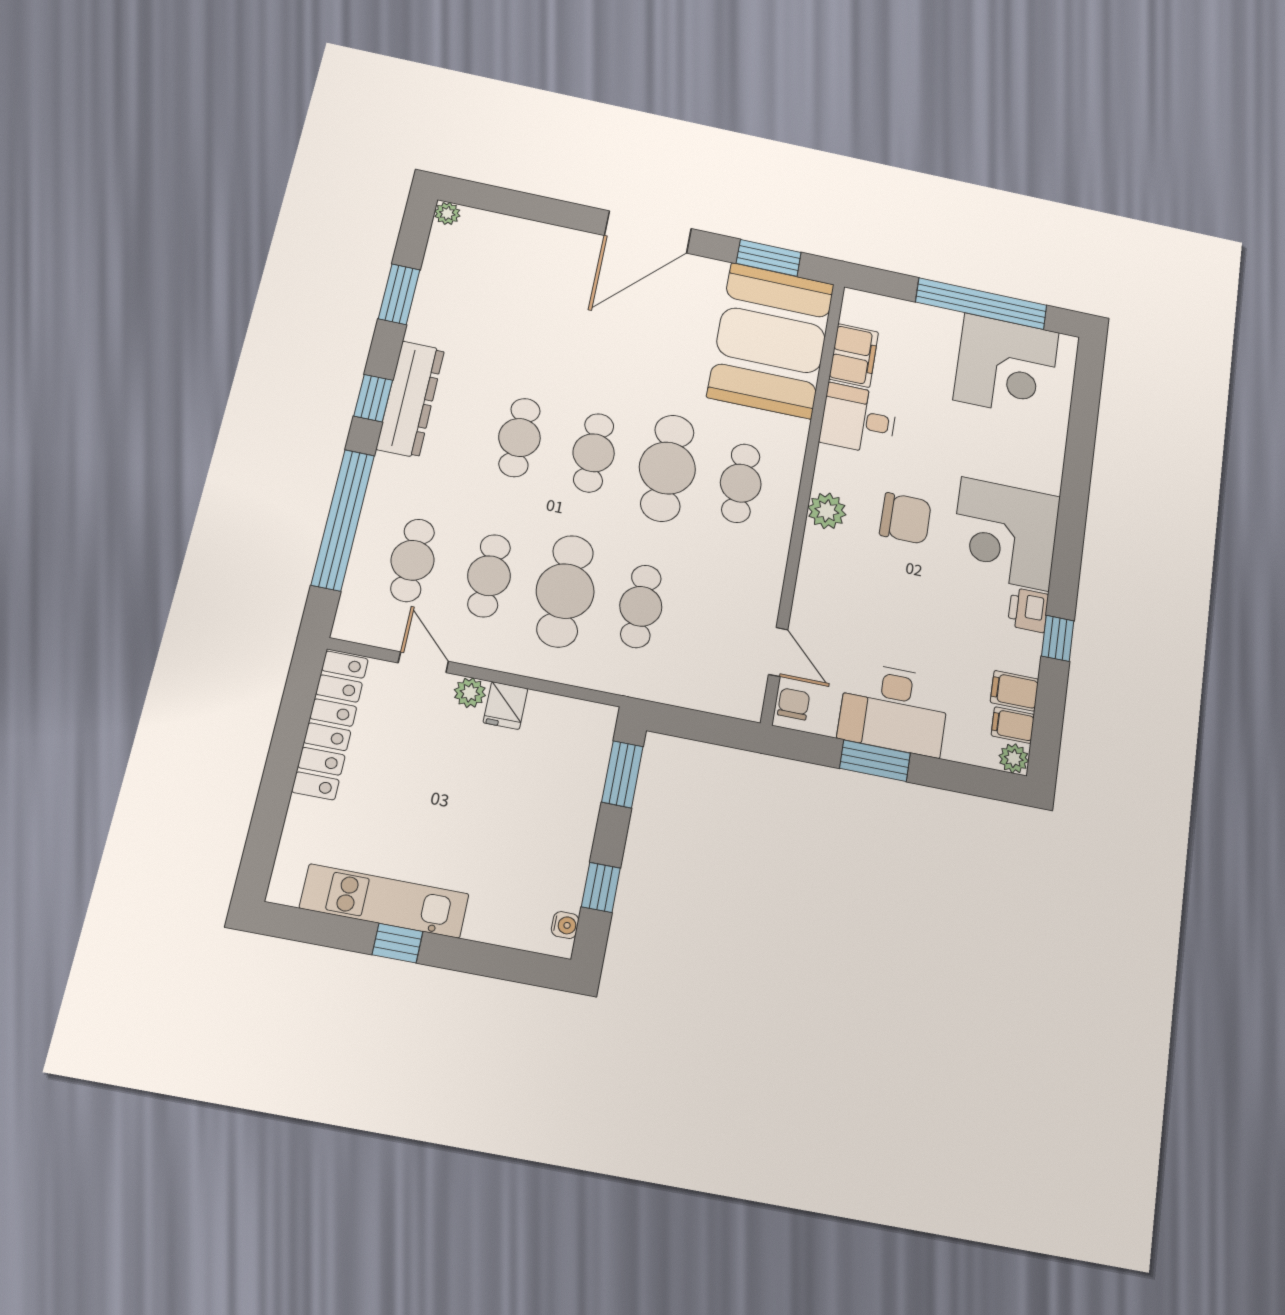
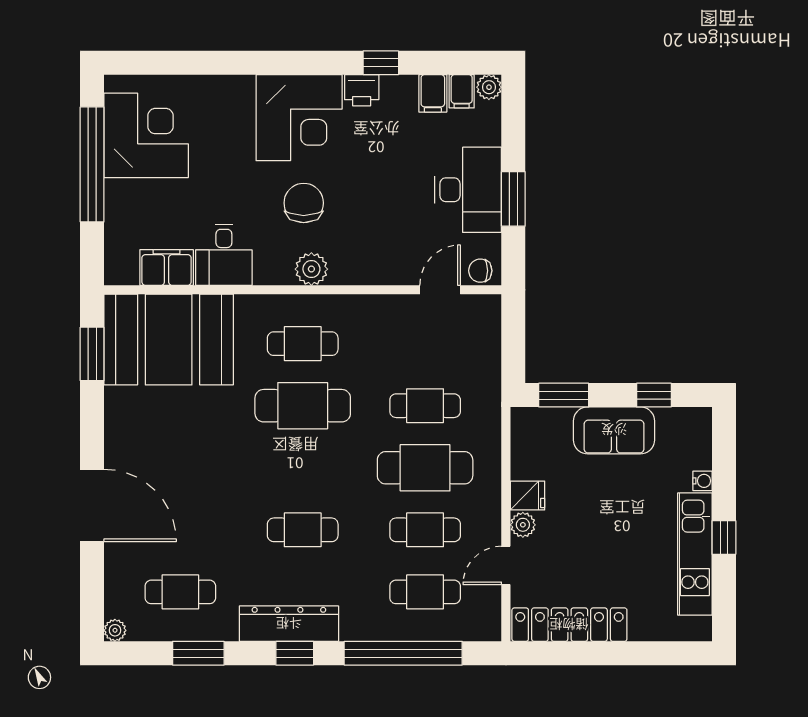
door: (648, 232) -> (92, 505), moved
cafe table: (594, 453) -> (180, 592), moved
sofa: (566, 828) -> (614, 430), added
water cooler: (565, 925) -> (702, 481), moved, turned 90

